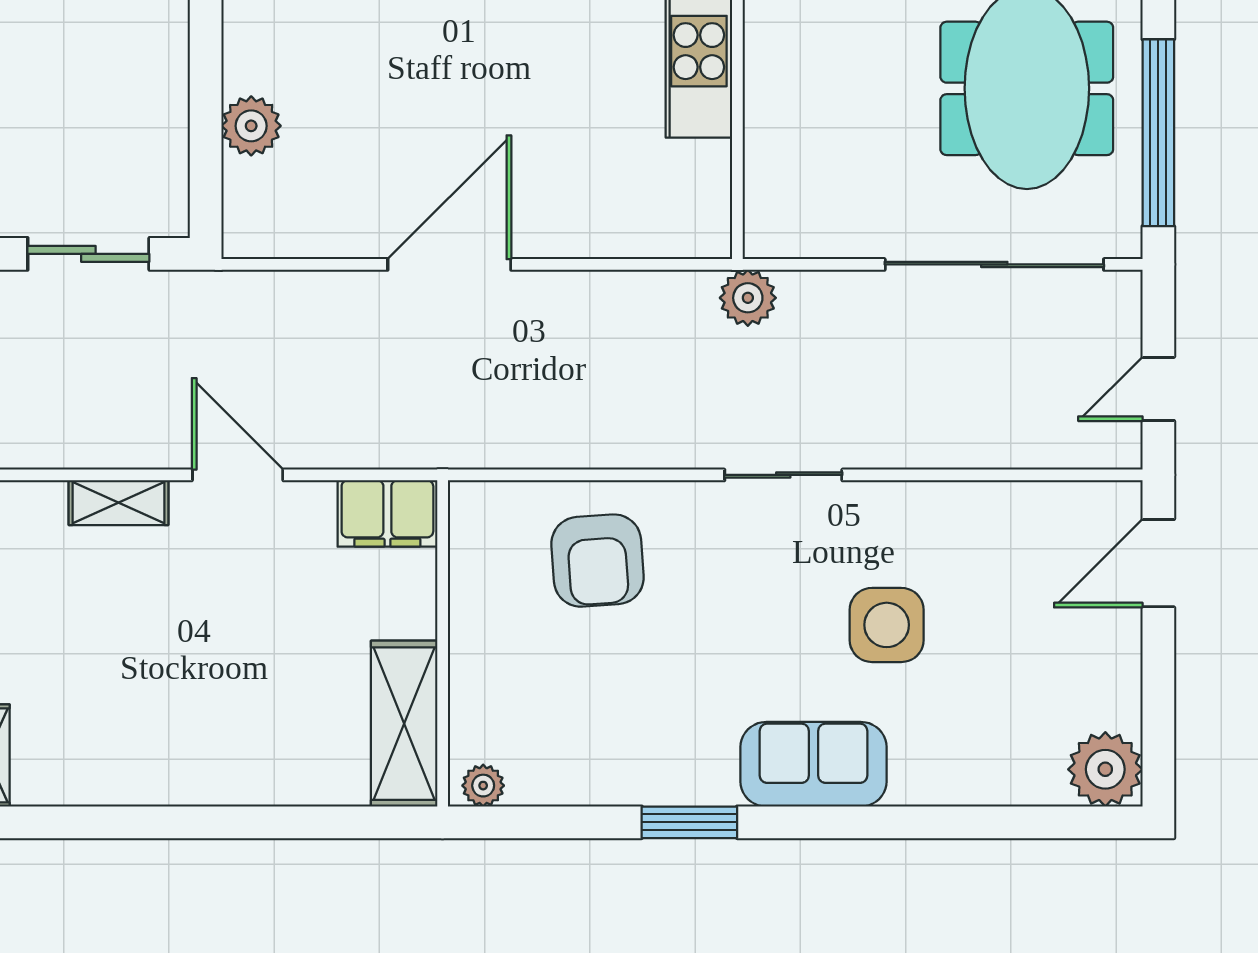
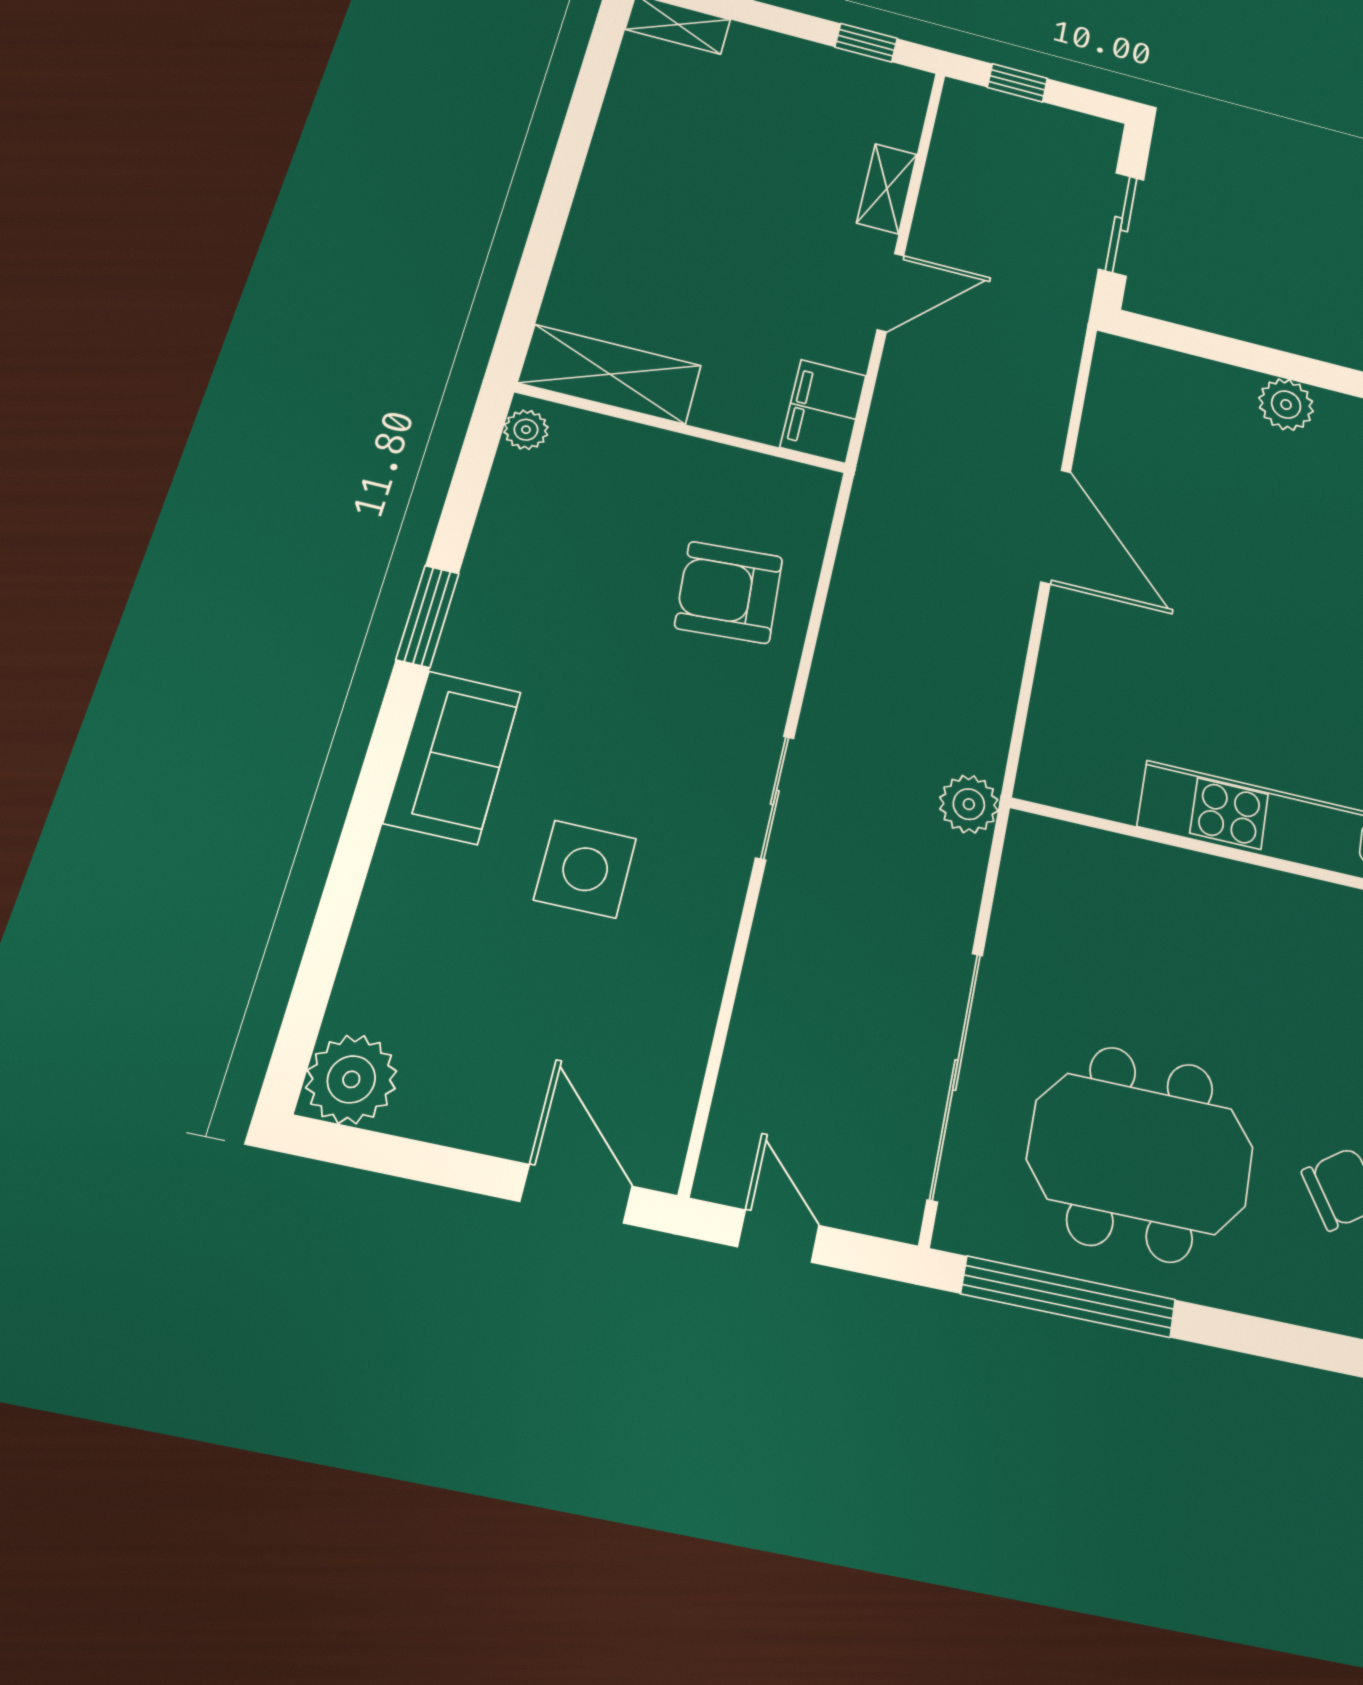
plant: (251, 126) -> (1286, 405), moved

